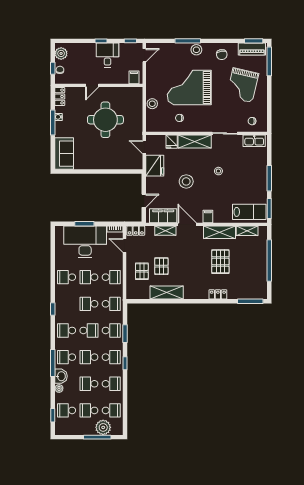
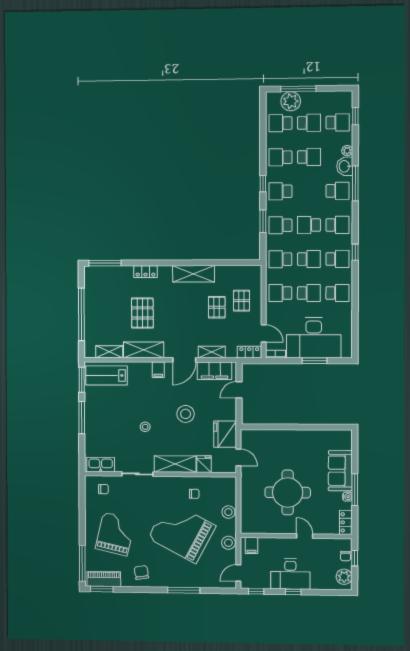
stool: (196, 50) -> (228, 543), moved
desk: (107, 55) -> (290, 574), width x1.37
door: (92, 85) -> (305, 536), hinge flipped
grand piano: (189, 88) -> (182, 532), turned -152
sofa: (64, 154) -> (340, 471), moved
door: (187, 224) -> (184, 360), hinge flipped
shelving: (167, 293) -> (194, 274), moved
school desk: (89, 357) -> (337, 259), moved

